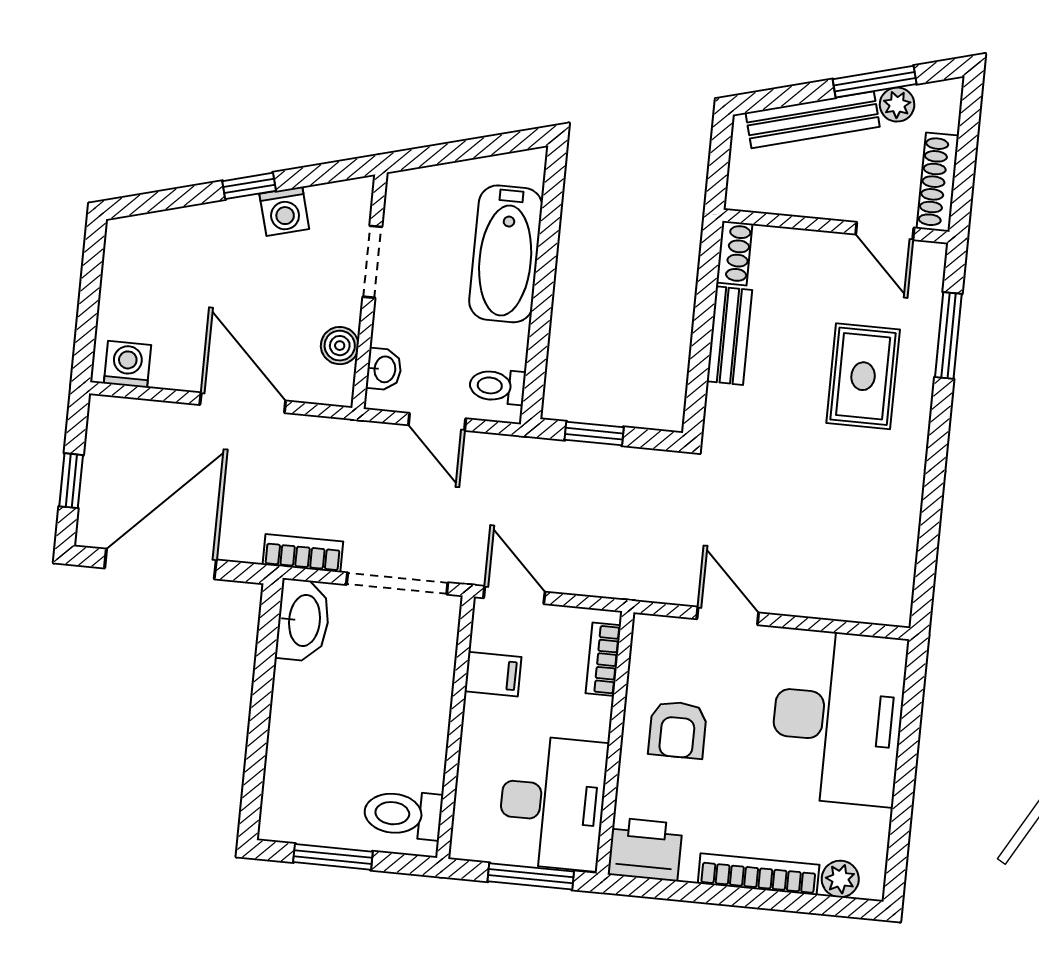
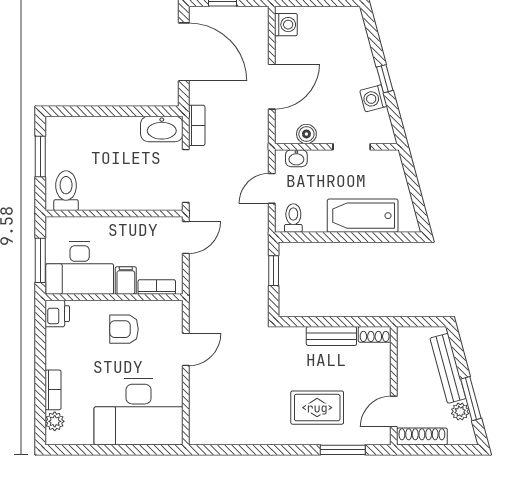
filing cabinet: (493, 674) -> (126, 281), moved, turned 180
printer: (645, 849) -> (57, 314), width x0.73, depth x0.81
bookcase: (759, 874) -> (53, 390), width x0.64

